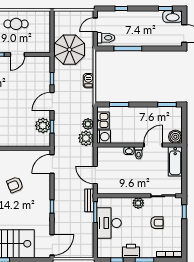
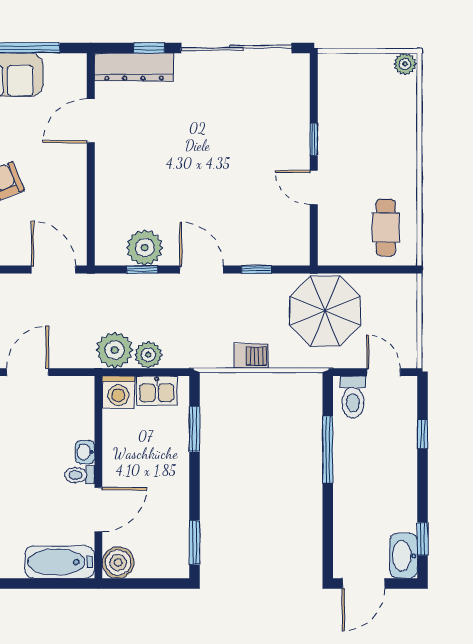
cafe table: (16, 24) -> (386, 227), moved
door: (153, 145) -> (98, 510), hinge flipped

